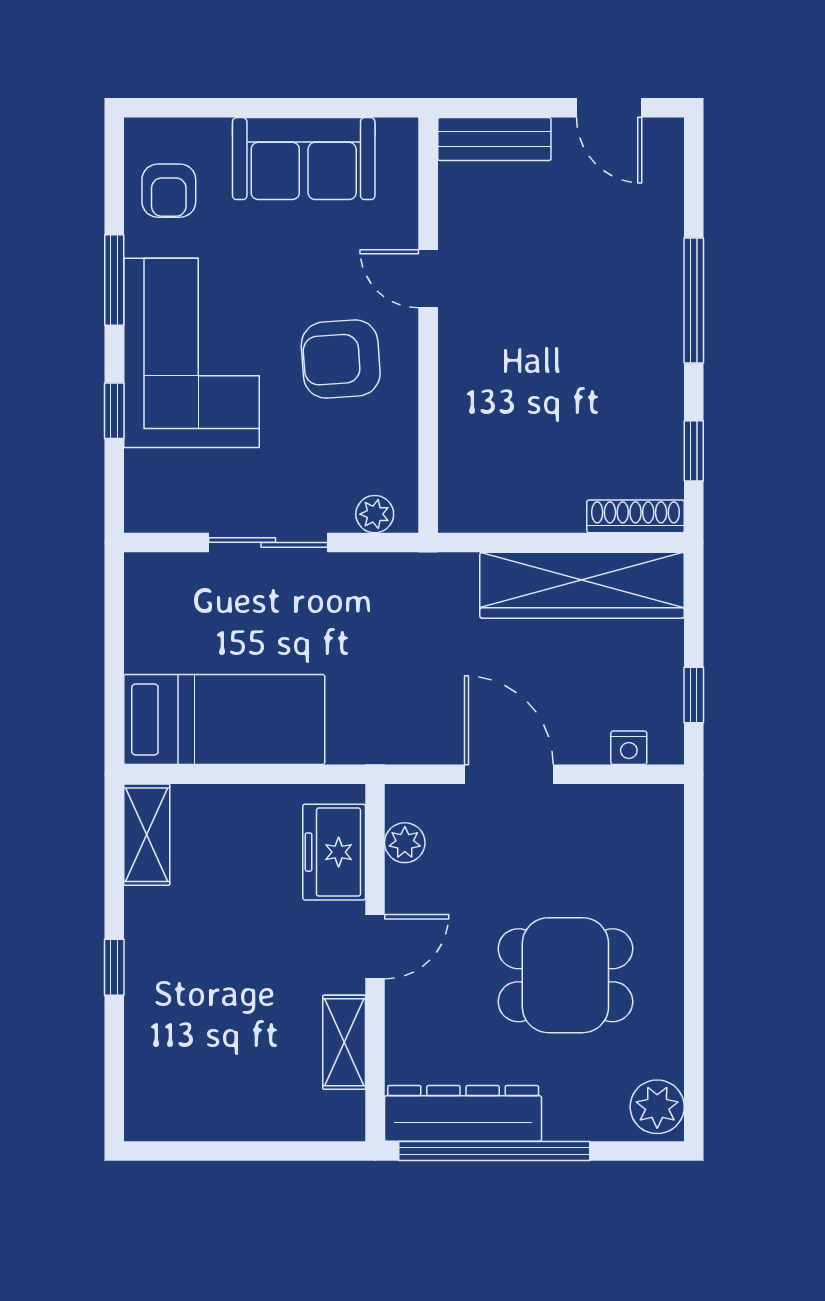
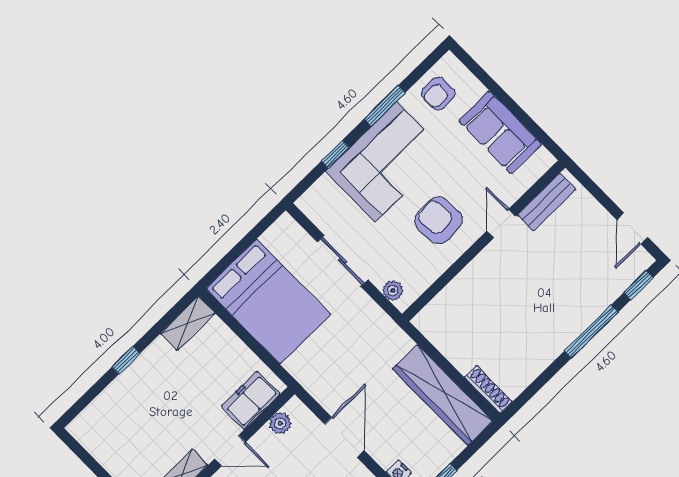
bench: (494, 139) -> (547, 202), moved, turned 90
window: (694, 451) -> (638, 285), moved
bed: (224, 719) -> (268, 302), width x1.50

